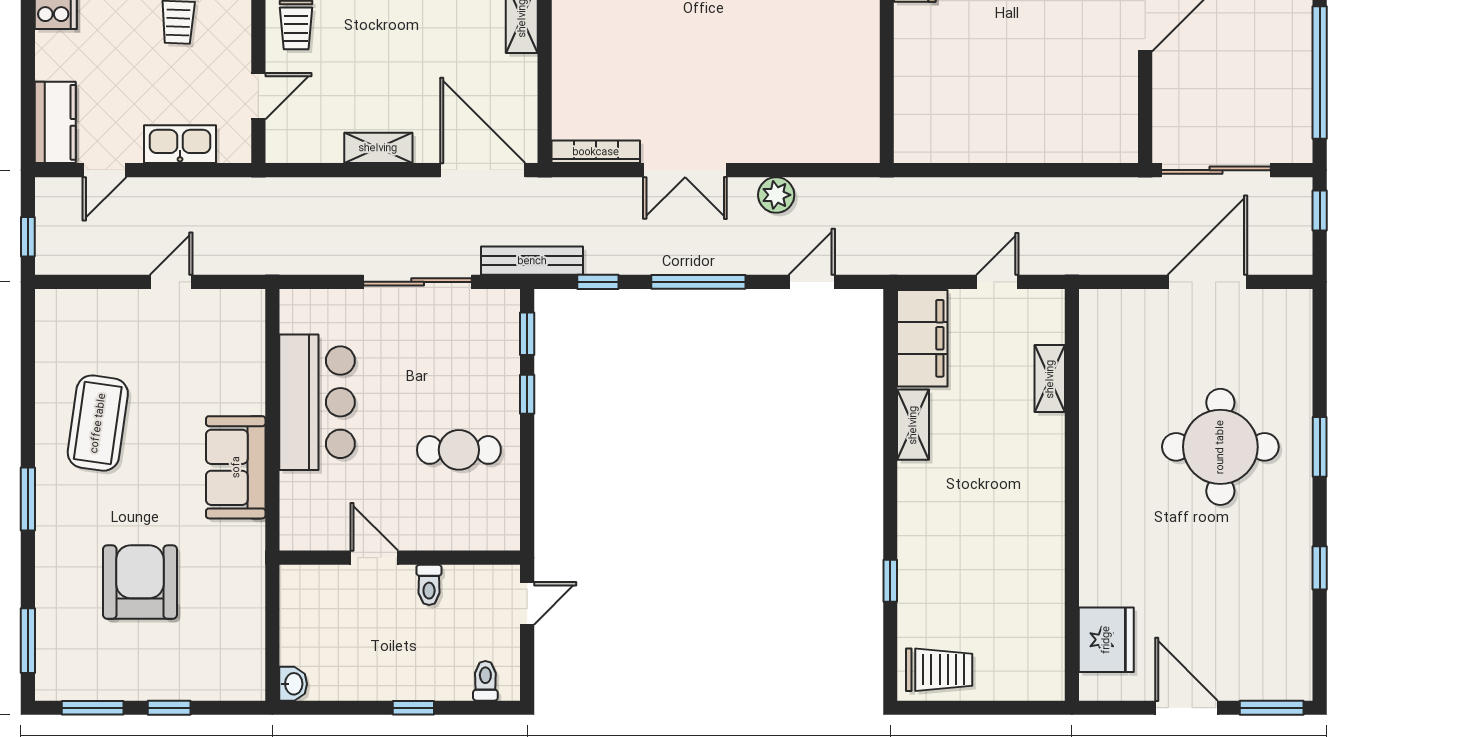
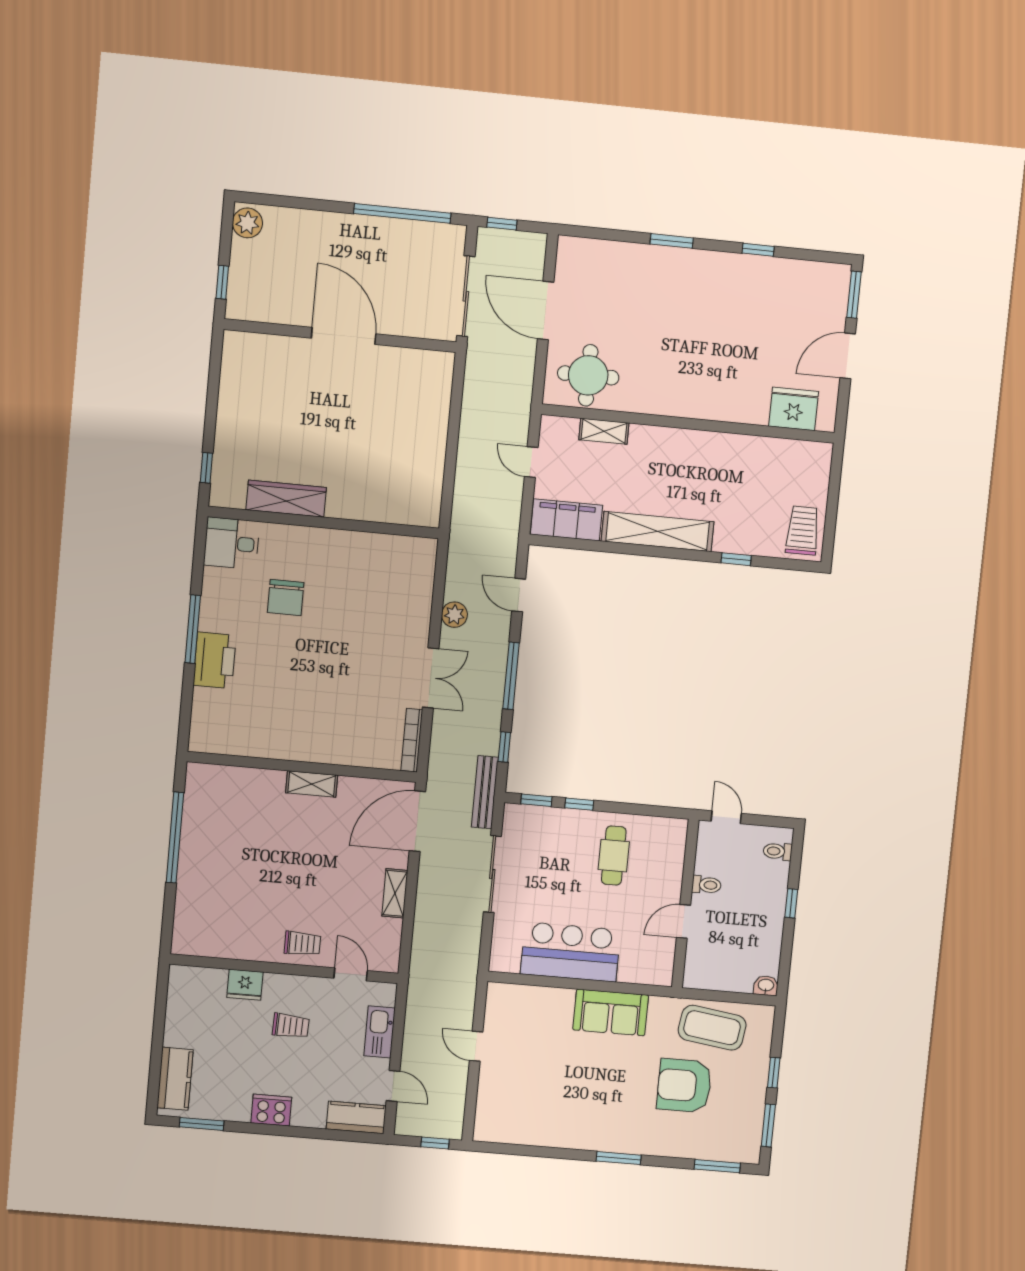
coffee table: (98, 423) -> (712, 1028), moved
shelving: (913, 425) -> (658, 531), width x2.20, depth x1.33
round table: (1220, 447) -> (588, 375), moved, width x0.73, depth x0.73

